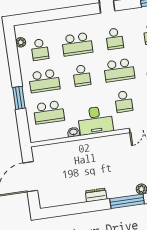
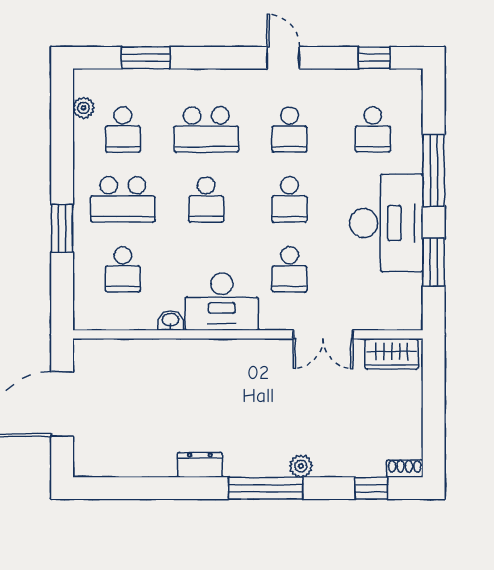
window: (45, 16) -> (146, 58), added
school desk: (119, 70) -> (290, 199), width x0.54
school desk: (49, 112) -> (123, 269), width x0.54

